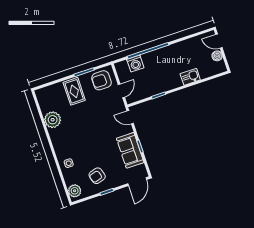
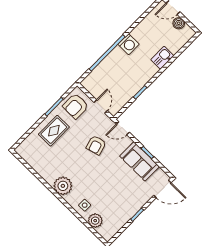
washing machine: (135, 64) -> (129, 44), moved
rug: (74, 91) -> (54, 131), turned 90
plant: (53, 120) -> (63, 186), moved
armchair: (97, 176) -> (96, 145), moved
door: (137, 182) -> (162, 189), hinge flipped
plant: (75, 191) -> (95, 221), moved

